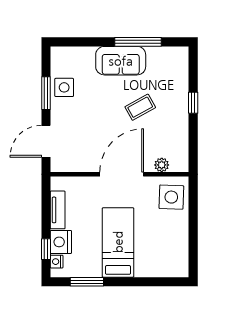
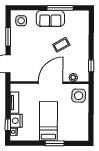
side table: (64, 87) -> (21, 21), moved
window: (193, 103) -> (91, 66), moved
window: (87, 282) -> (55, 143), moved

